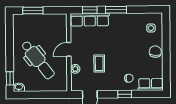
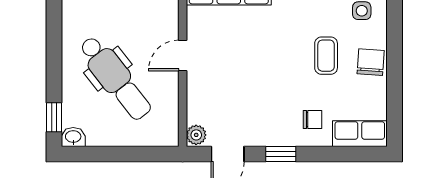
coffee table: (99, 63) -> (326, 56), moved
plant: (75, 69) -> (196, 135), moved
window: (125, 94) -> (281, 154), moved

